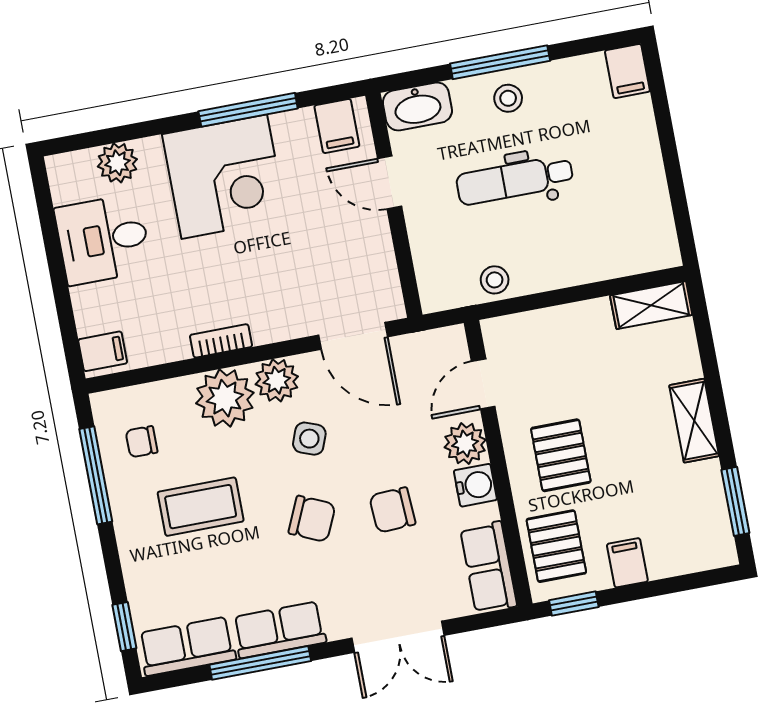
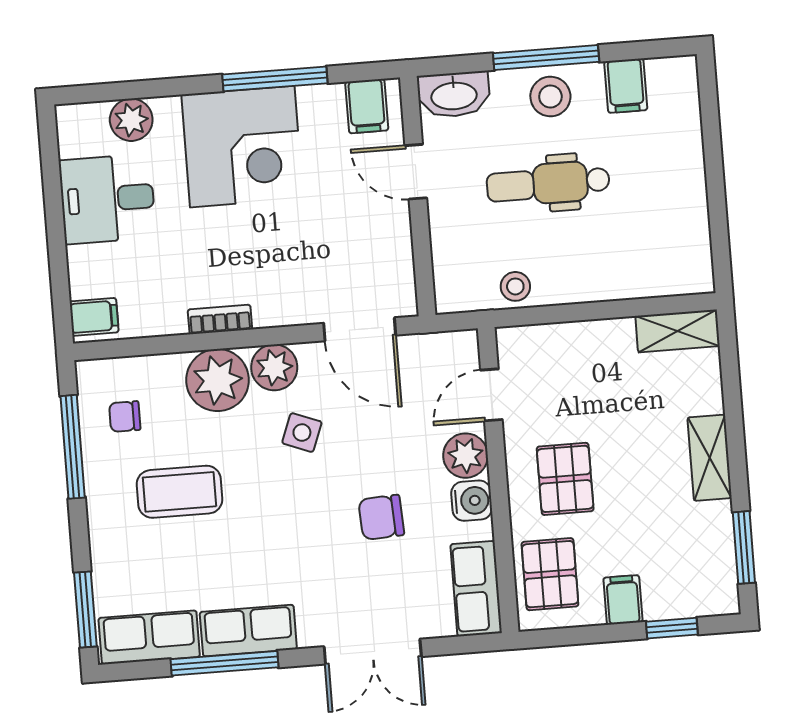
filing cabinet: (627, 71) -> (626, 86), moved
stool: (508, 98) -> (550, 96), width x1.37, depth x1.37
chair: (312, 519) -> (296, 517), removed
window: (574, 604) -> (672, 628), moved
window: (124, 627) -> (85, 609), width x1.50

